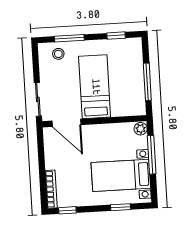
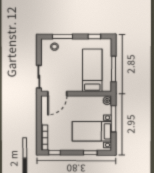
bed: (95, 87) -> (92, 70), moved
door: (66, 123) -> (57, 94), hinge flipped

